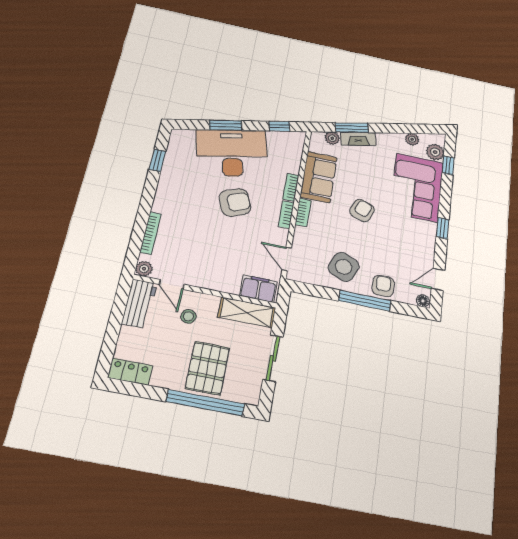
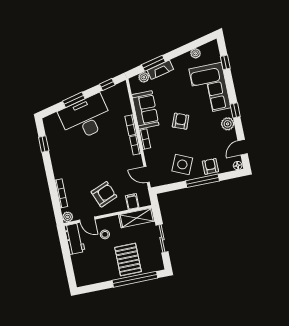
plant: (435, 152) -> (228, 124), moved
armchair: (235, 202) -> (104, 194), moved
filing cabinet: (259, 289) -> (132, 202), width x0.50
locker: (130, 372) -> (87, 279), removed

